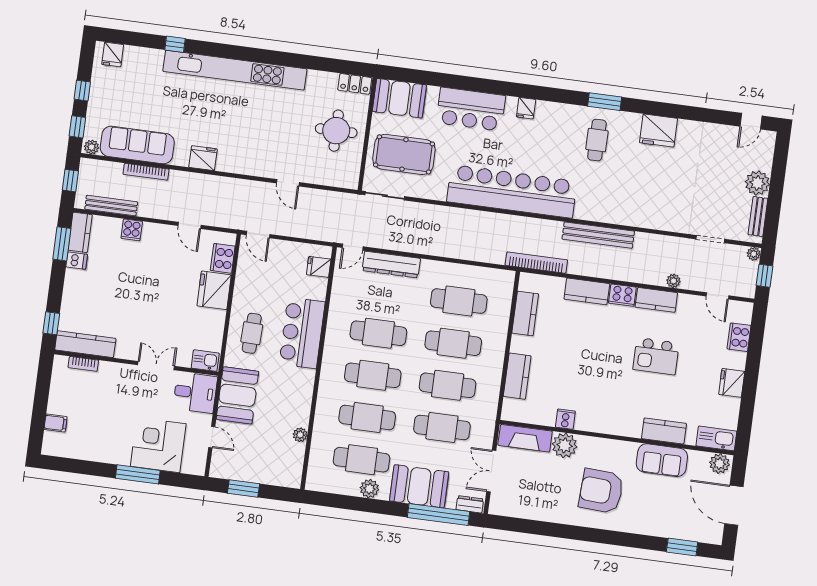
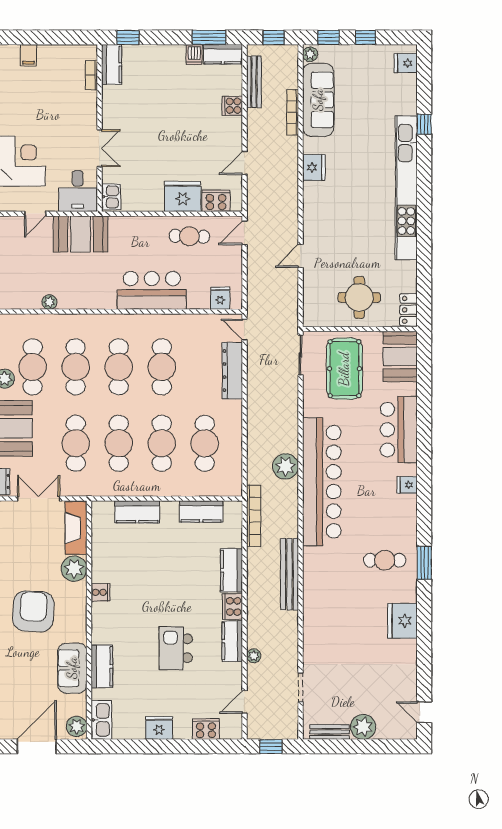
plant: (754, 254) -> (286, 466), moved, width x1.88, depth x1.88
cafe table: (252, 333) -> (189, 236), moved
kitchen counter: (85, 344) -> (112, 64), width x0.67
cooker: (565, 419) -> (101, 592), moved

